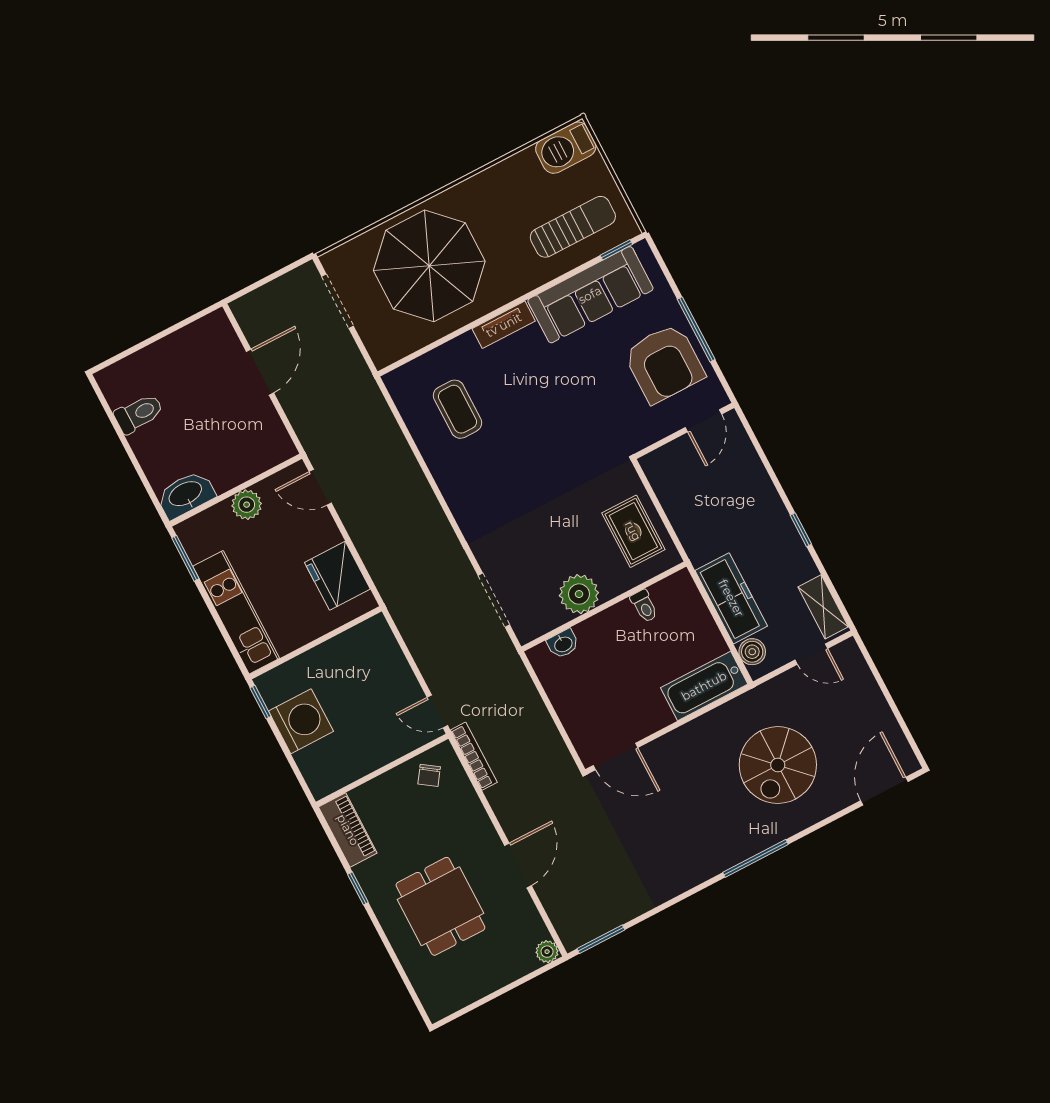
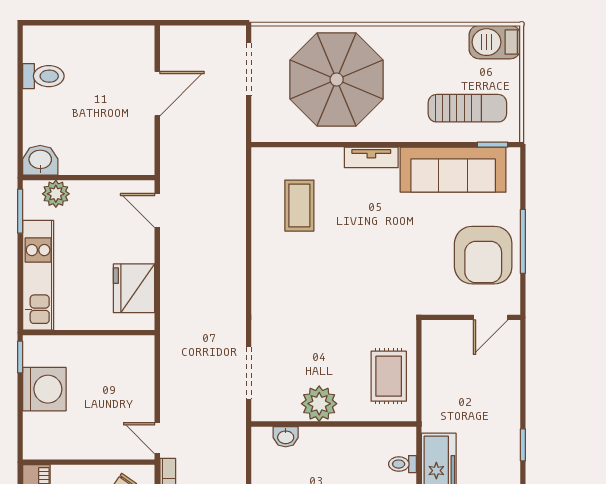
washbasin: (186, 495) -> (40, 160), width x0.72
plant: (247, 505) -> (56, 194), moved
toilet: (644, 606) -> (402, 464), moved, turned 90

